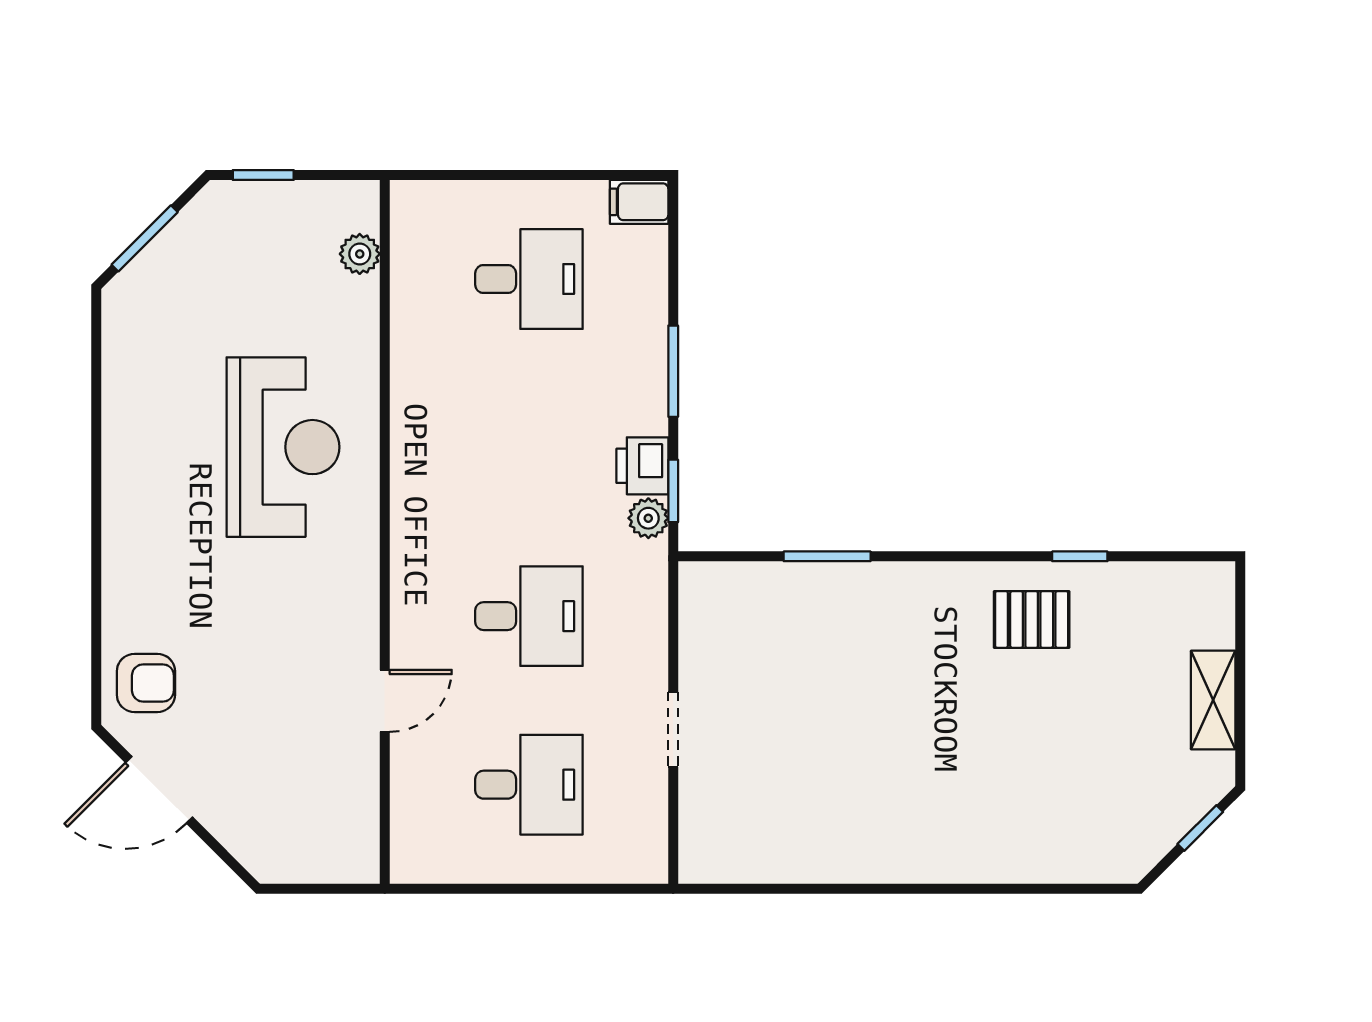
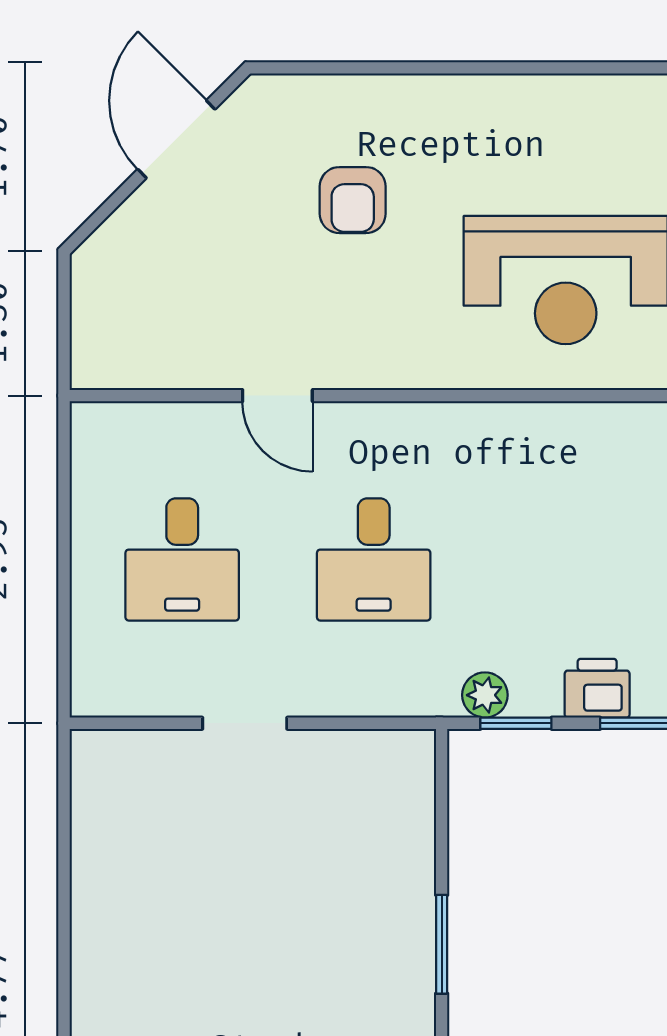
printer: (642, 466) -> (597, 688), moved
window: (827, 556) -> (442, 944), moved
armchair: (146, 683) -> (353, 200), moved

